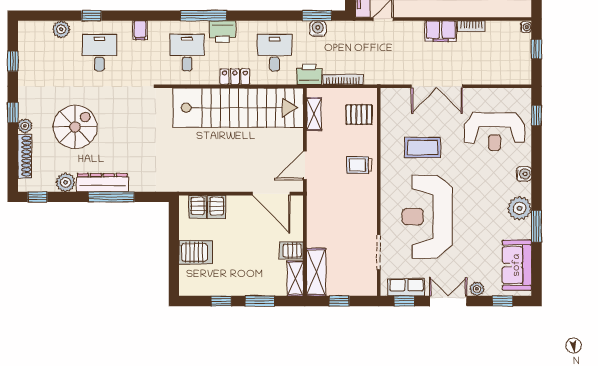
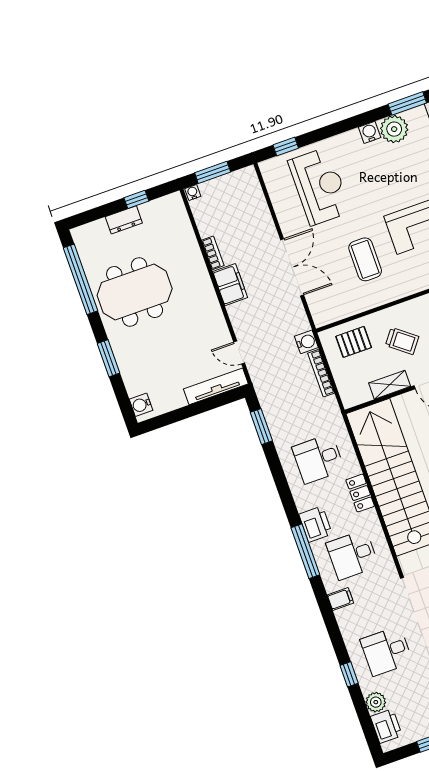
water cooler: (318, 29) -> (306, 342), moved, turned 180
filing cabinet: (140, 30) -> (340, 599), moved
window: (536, 49) -> (213, 172), width x1.50
printer: (309, 74) -> (386, 726), moved, turned 180
shelving: (314, 114) -> (390, 385), moved
pallet: (359, 115) -> (354, 342), turned 90
trolley: (359, 165) -> (402, 341), moved, turned -52
water cooler: (524, 174) -> (370, 132), moved

